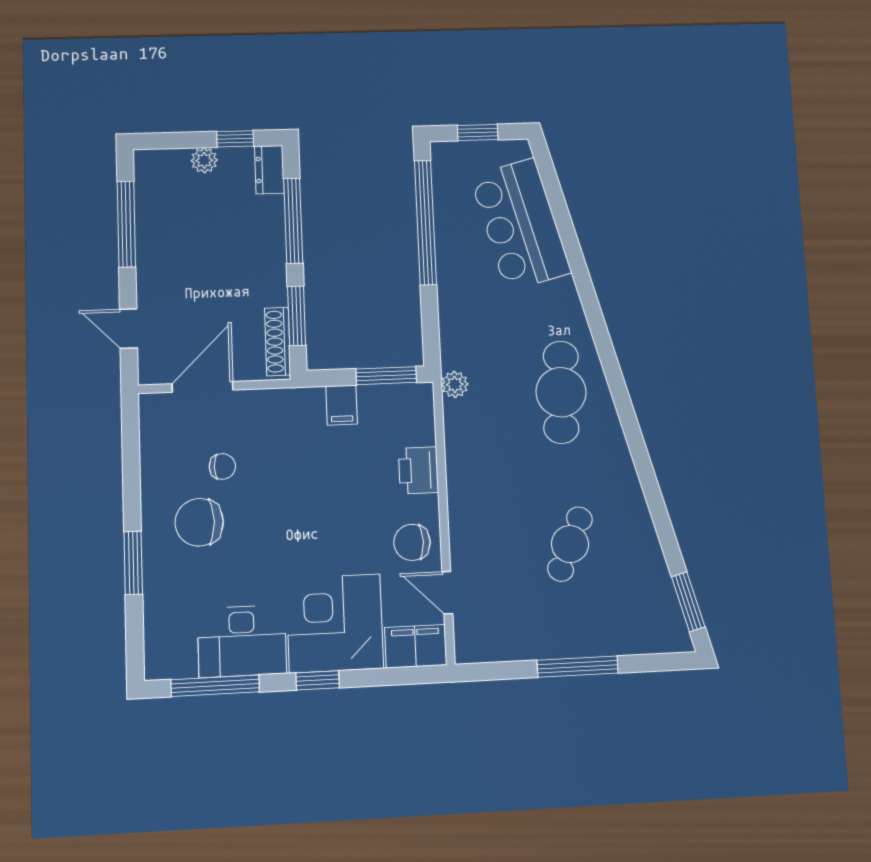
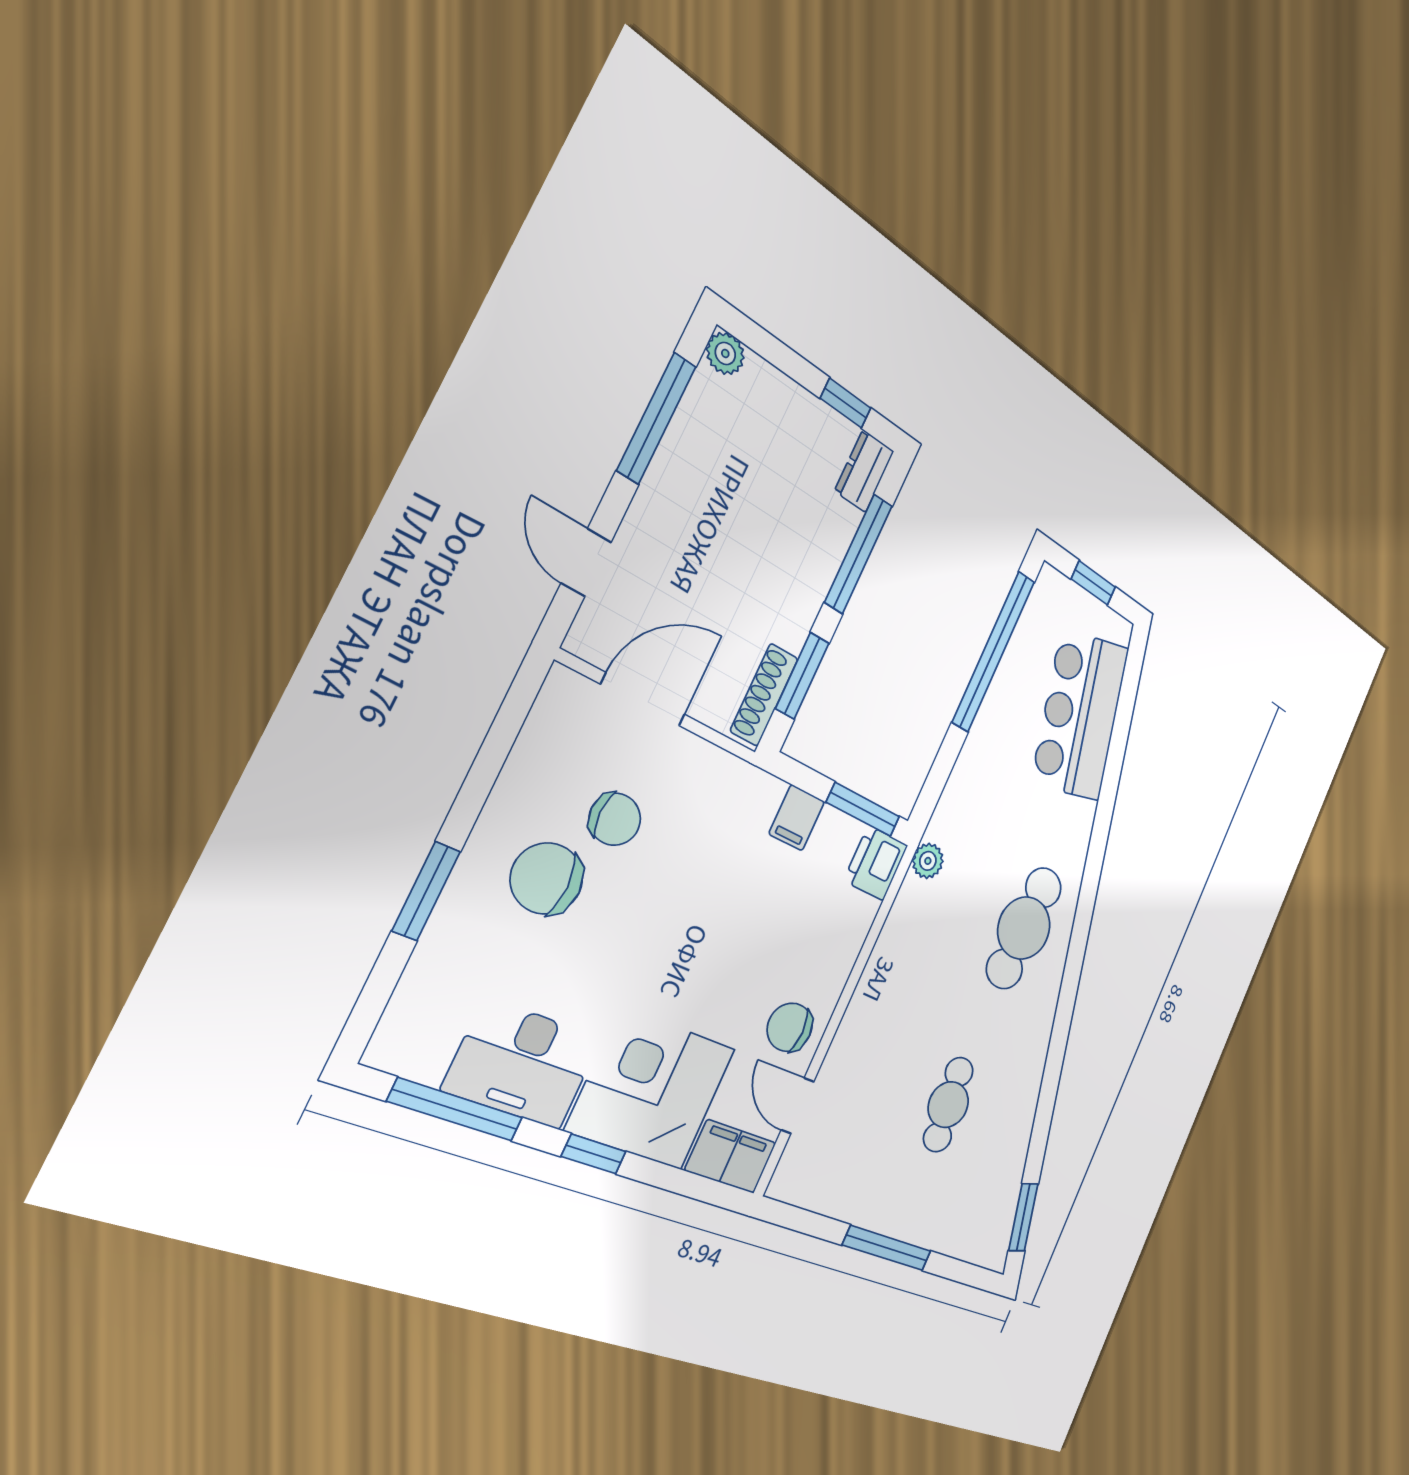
plant: (204, 160) -> (725, 353), moved
chair: (222, 467) -> (615, 819), width x1.37, depth x1.37
printer: (418, 470) -> (876, 863), moved
cafe table: (570, 544) -> (948, 1105), turned -30

